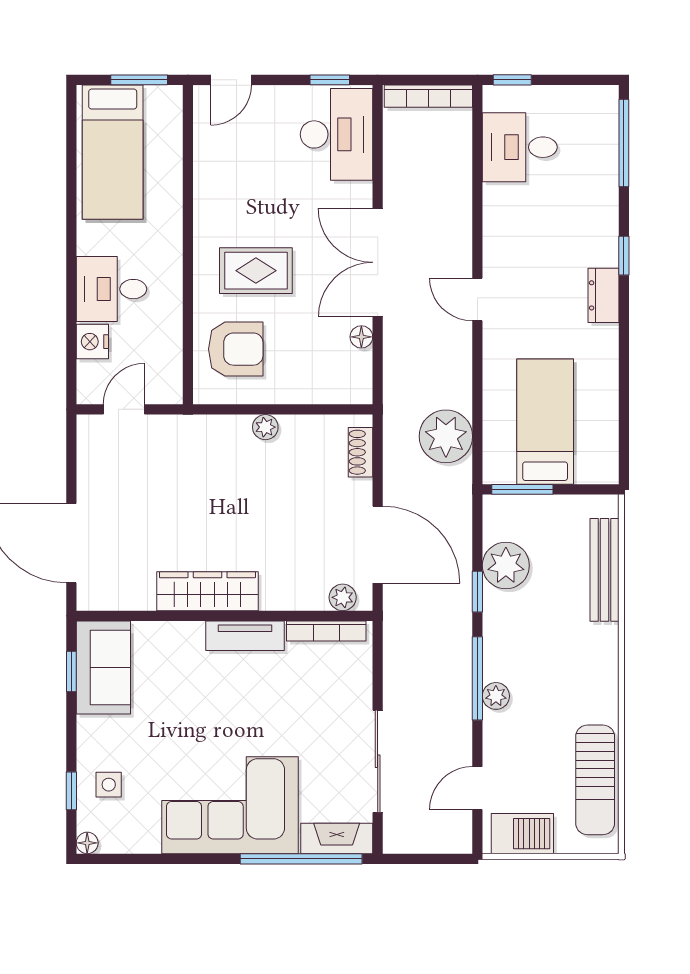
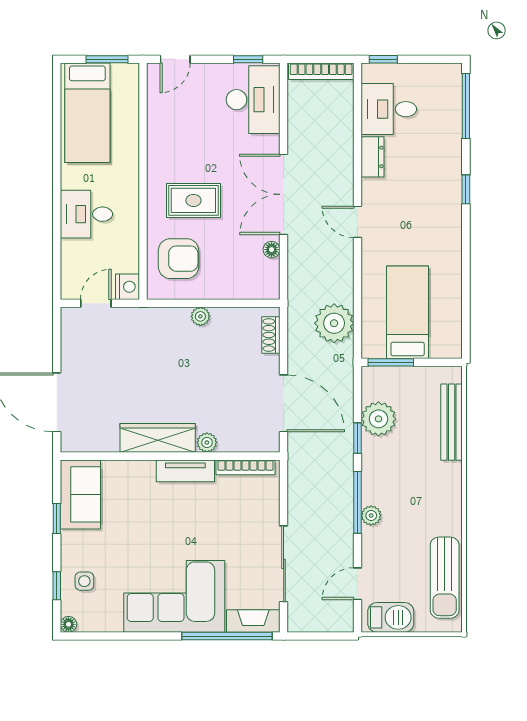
dresser: (604, 295) -> (373, 157), moved, turned 180
nightstand: (92, 342) -> (127, 287), moved, turned 180
plant: (343, 597) -> (207, 442), moved
window: (71, 672) -> (57, 519), moved

